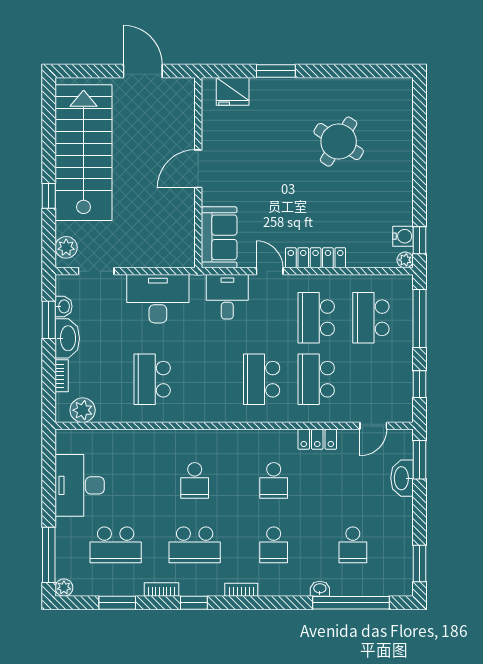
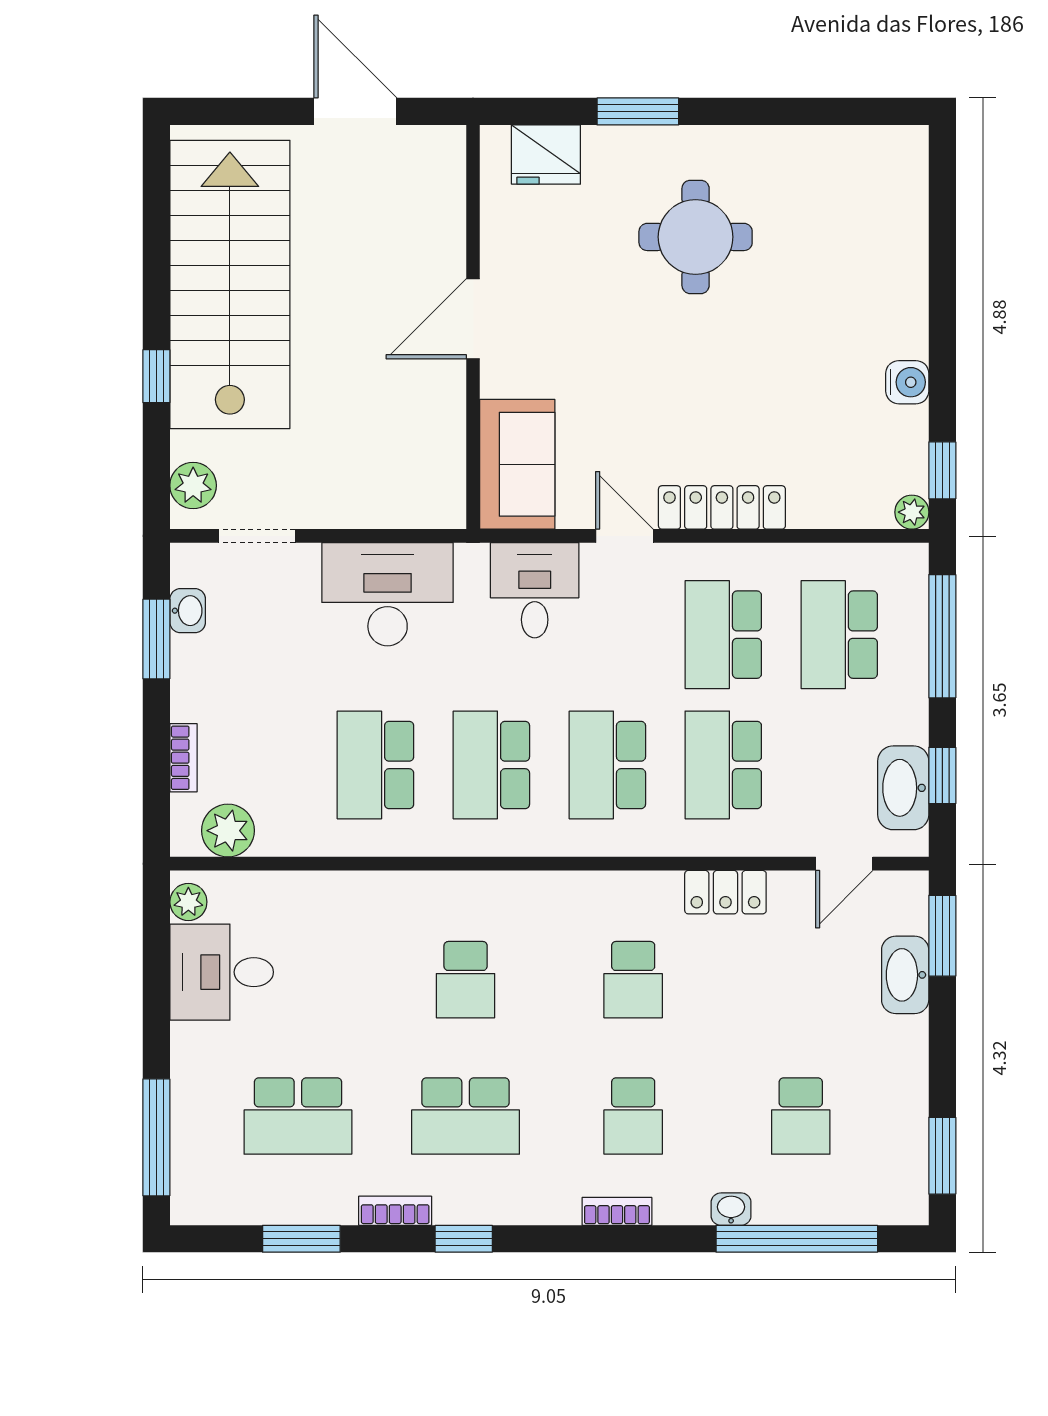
round table: (339, 142) -> (696, 237), moved, turned -32
water cooler: (403, 236) -> (907, 382), moved
washbasin: (67, 338) -> (903, 788), moved, turned 180
school desk: (207, 379) -> (491, 765), added
desk: (80, 485) -> (222, 972), width x0.73
plant: (64, 588) -> (188, 902), moved
bookcase: (241, 590) -> (617, 1211), moved

